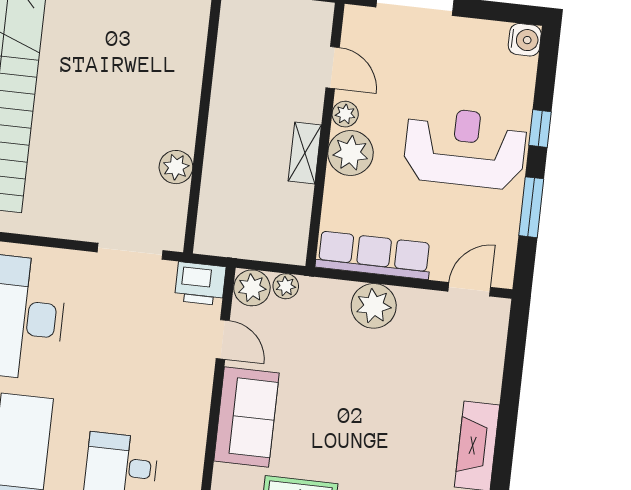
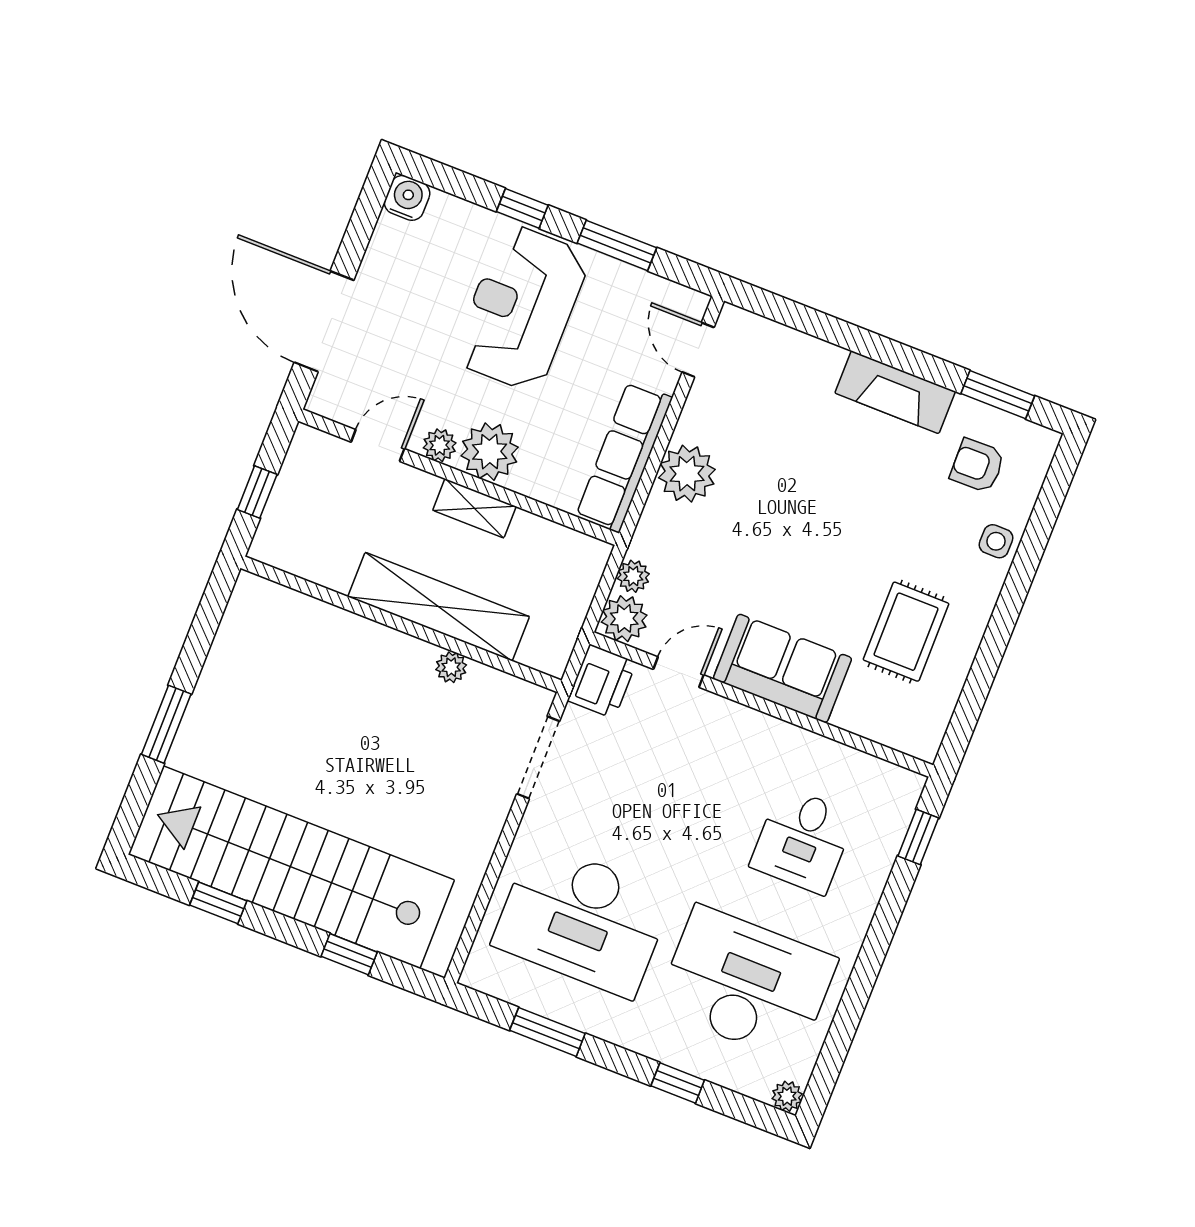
shelving: (224, 146) -> (439, 607), added
plant: (176, 167) -> (451, 667), width x0.73, depth x0.73

